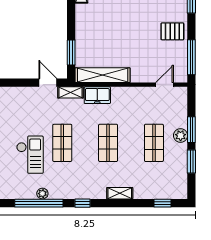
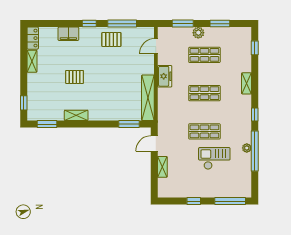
pallet: (172, 31) -> (111, 39), turned 90
window: (191, 57) -> (122, 24), moved
door: (164, 85) -> (156, 46), hinge flipped
shelving: (71, 92) -> (162, 167), moved
freezer: (97, 95) -> (165, 76), moved
window: (191, 130) -> (183, 24), moved

